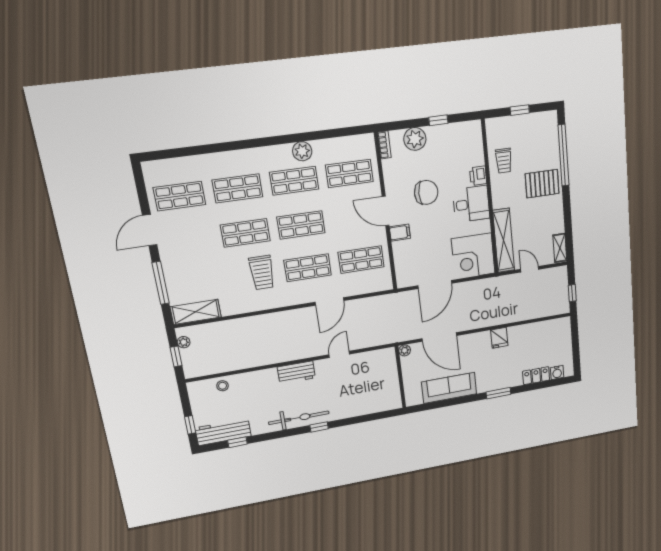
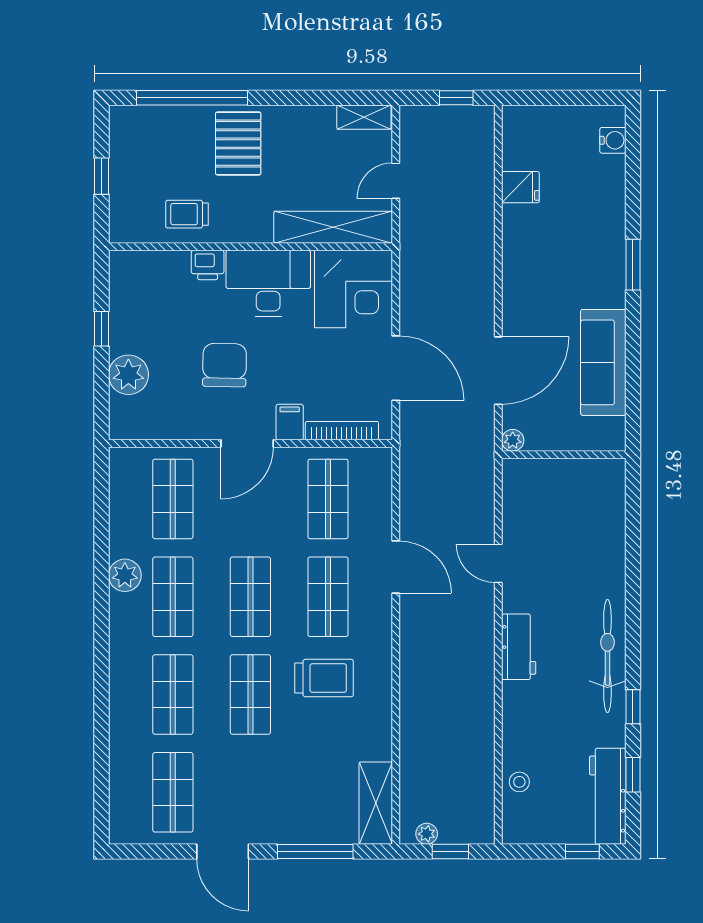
bookcase: (384, 145) -> (342, 431), moved, width x1.56
trolley: (504, 161) -> (187, 214), turned 180
desk: (471, 204) -> (268, 283), width x1.37
fridge: (499, 338) -> (520, 187), moved
locker: (536, 376) -> (611, 184), removed
window: (319, 427) -> (633, 707), moved

